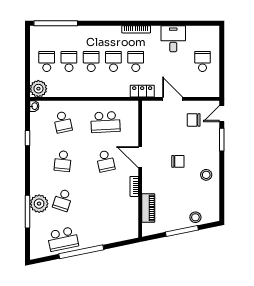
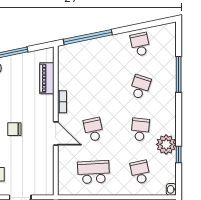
plant: (39, 204) -> (166, 144), moved
school desk: (63, 239) -> (140, 44), width x0.54
window: (81, 252) -> (88, 37), moved

